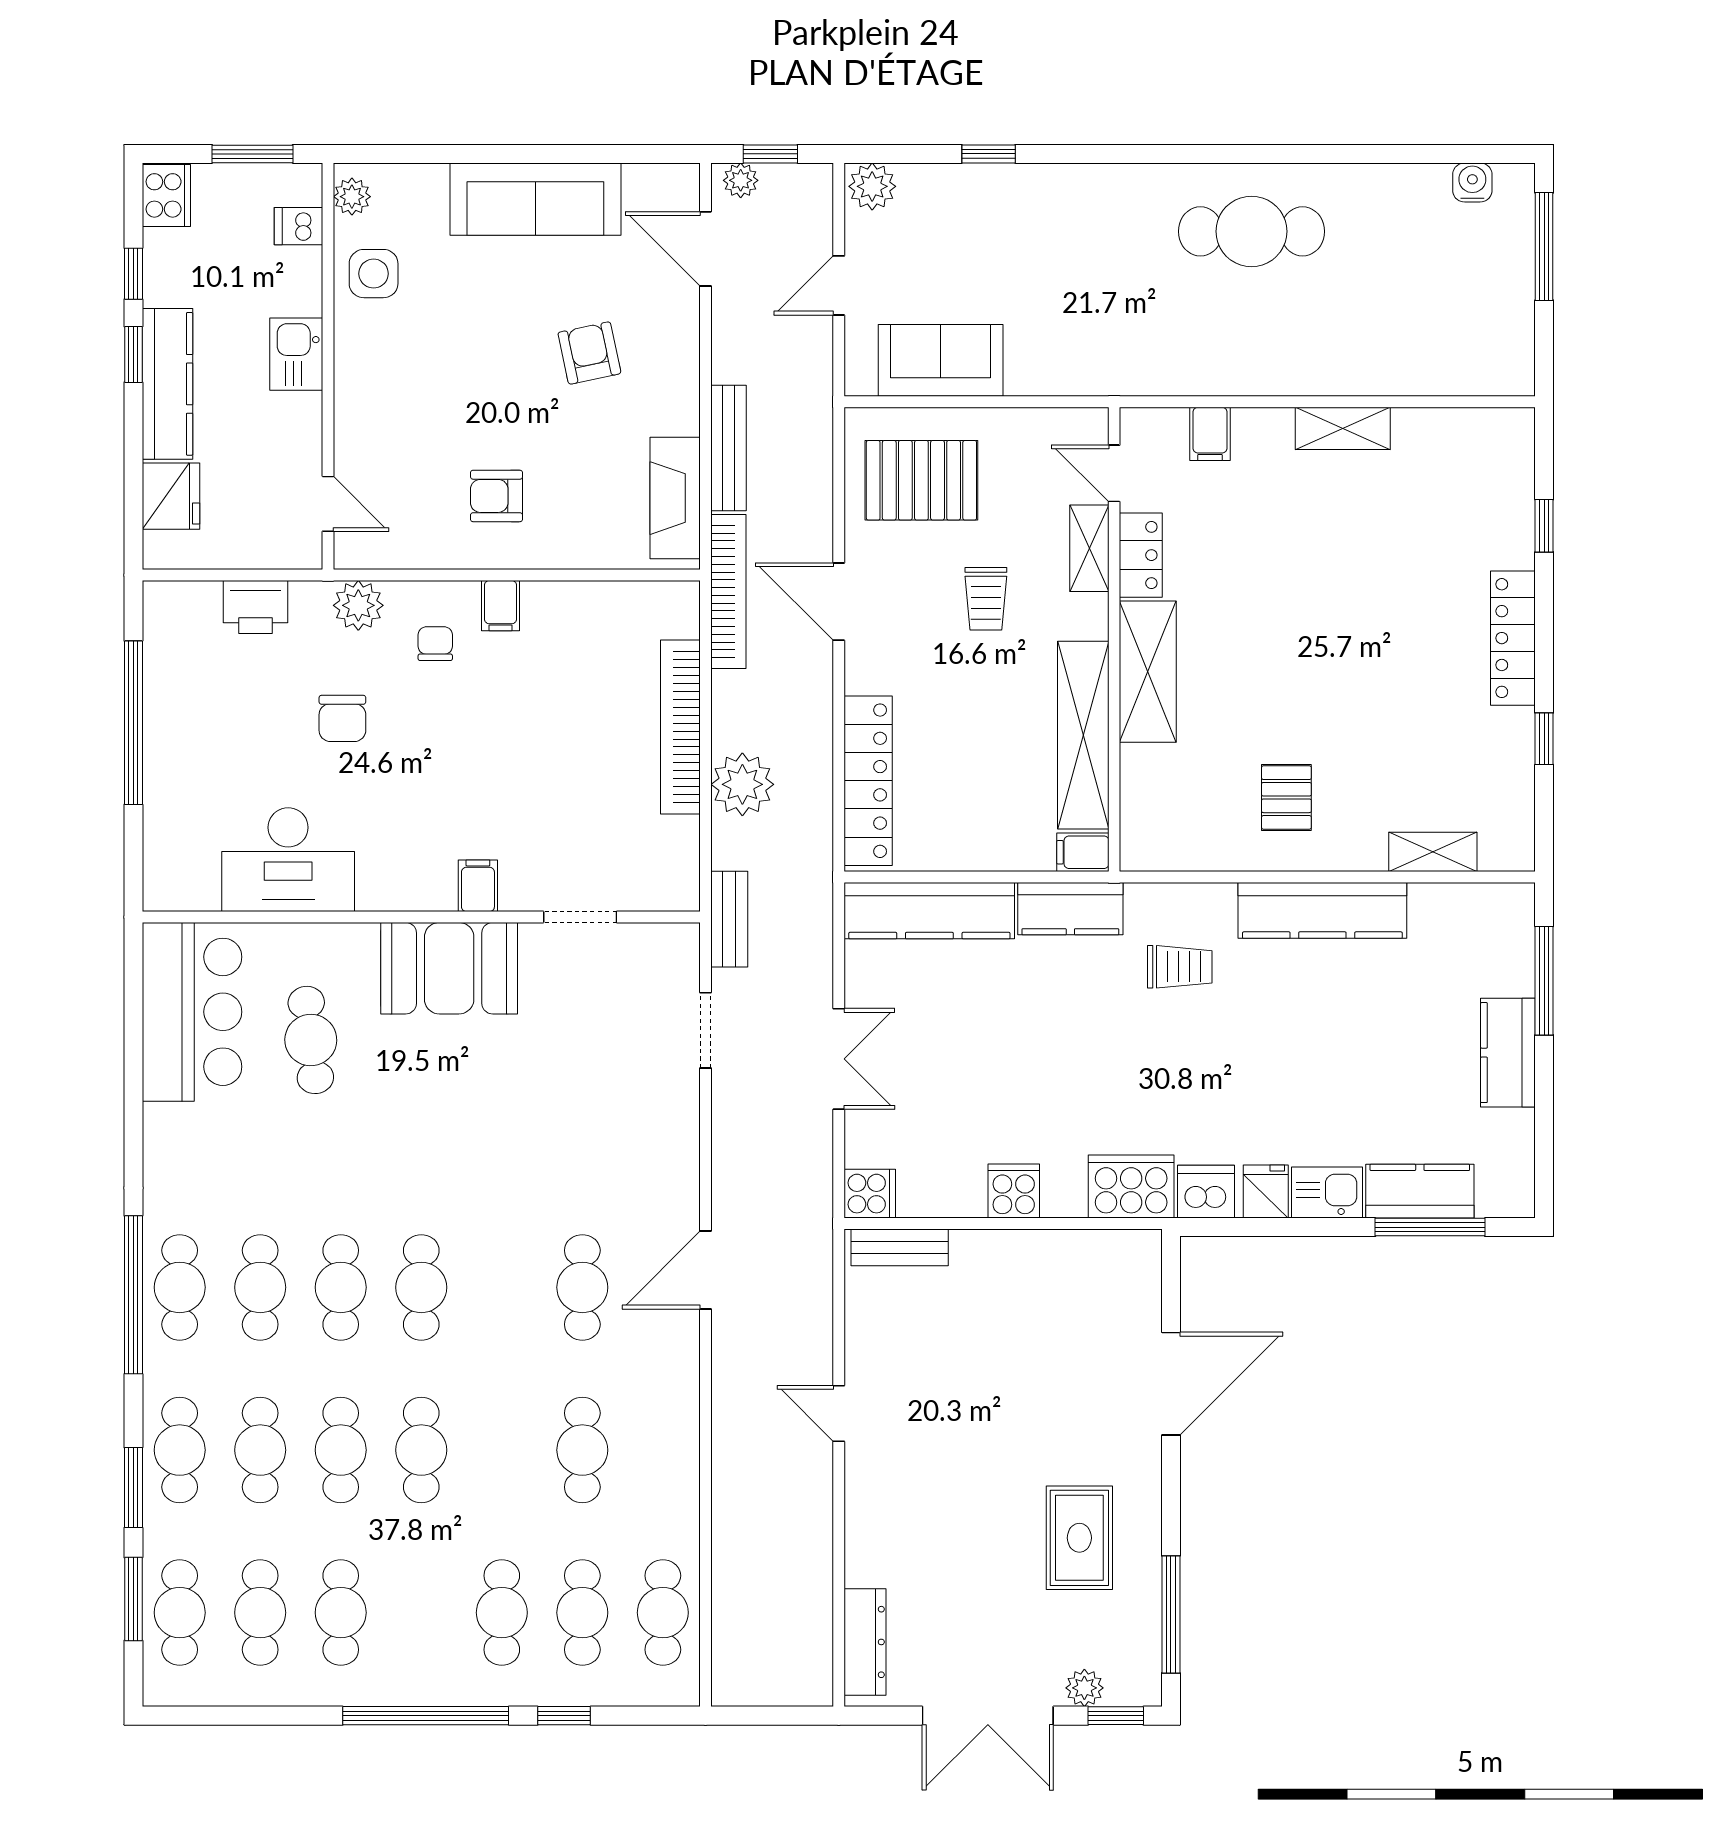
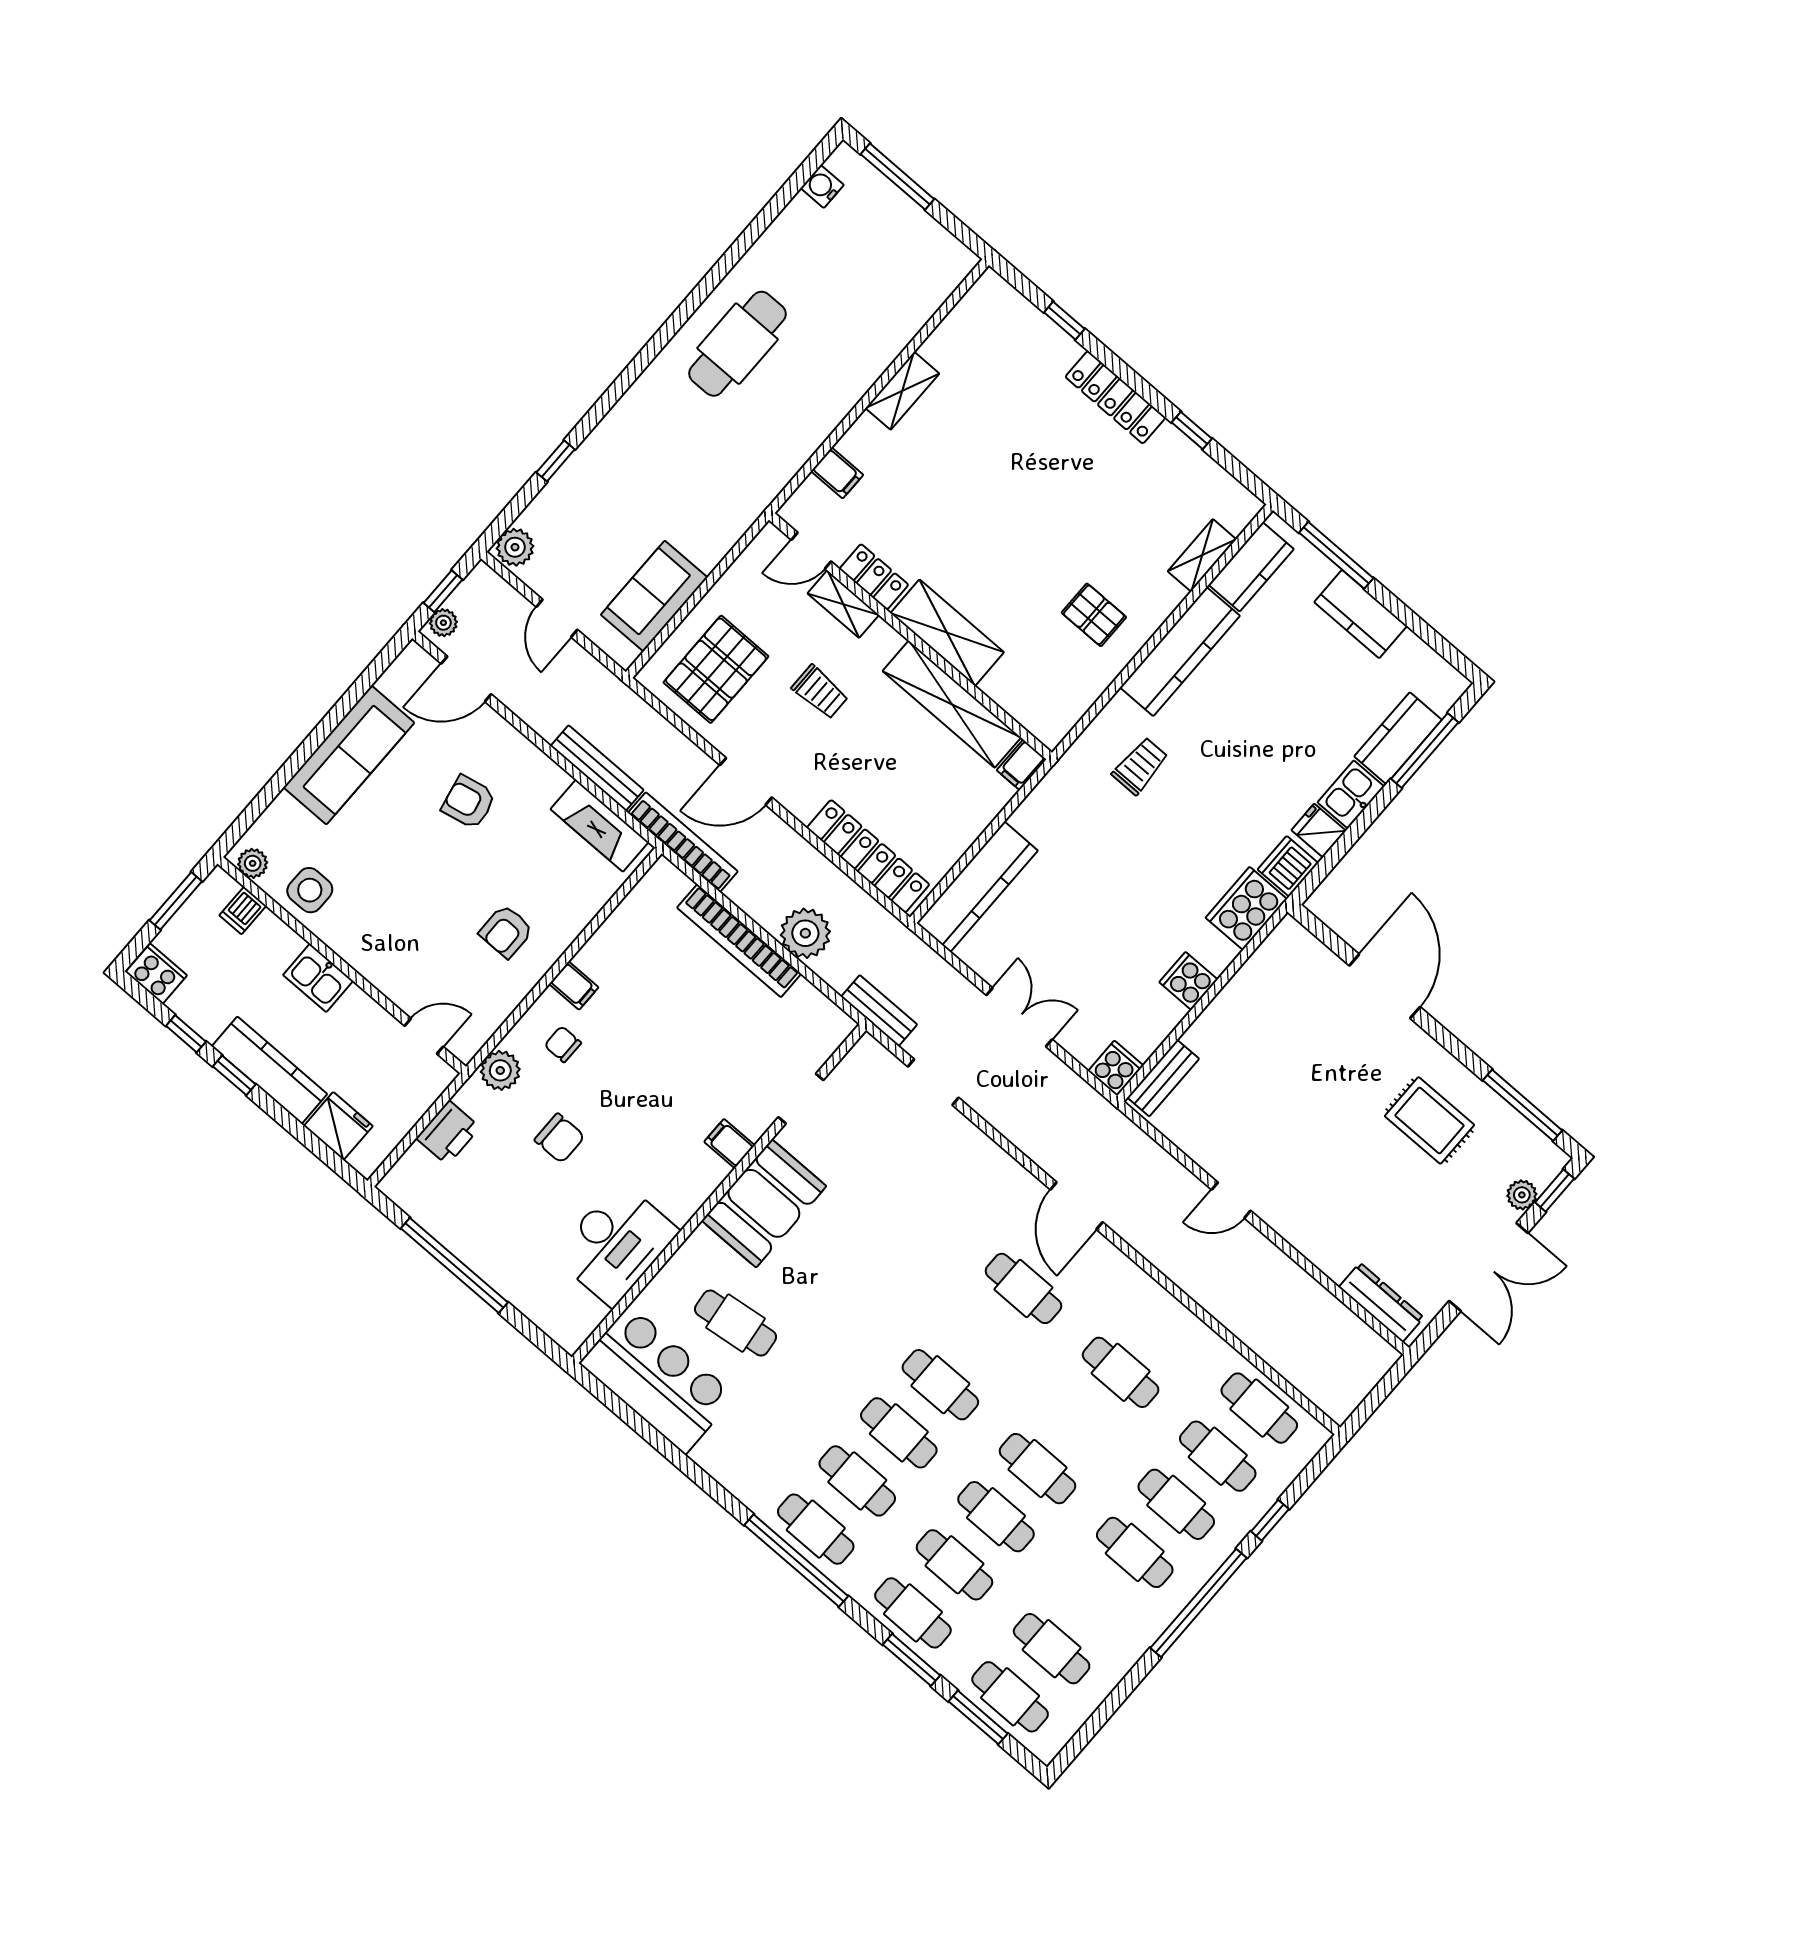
kitchen counter: (1070, 909) -> (1251, 567), moved
cafe table: (341, 1613) -> (1135, 1552), moved

